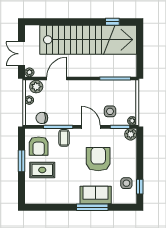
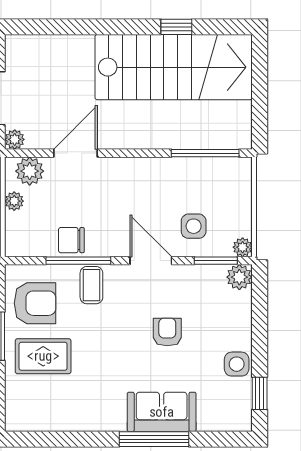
window: (112, 22) -> (176, 27), moved
stairs: (88, 40) -> (174, 67), width x0.73
chair: (42, 118) -> (71, 240), moved
armchair: (39, 146) -> (35, 303), turned -90
armchair: (98, 159) -> (167, 332), width x0.53, depth x0.53
side table: (126, 183) -> (237, 364), moved

